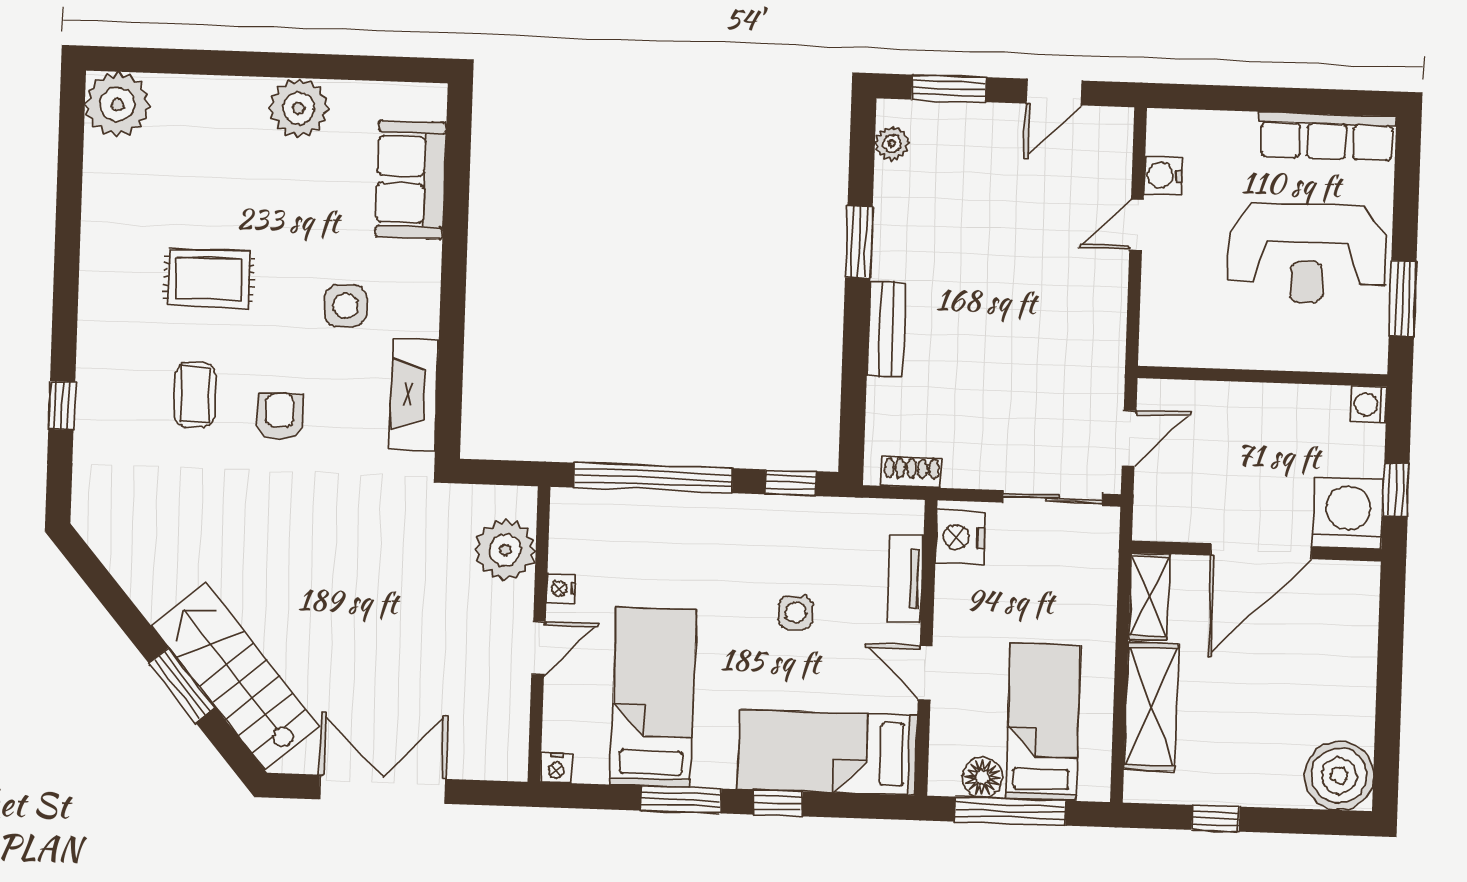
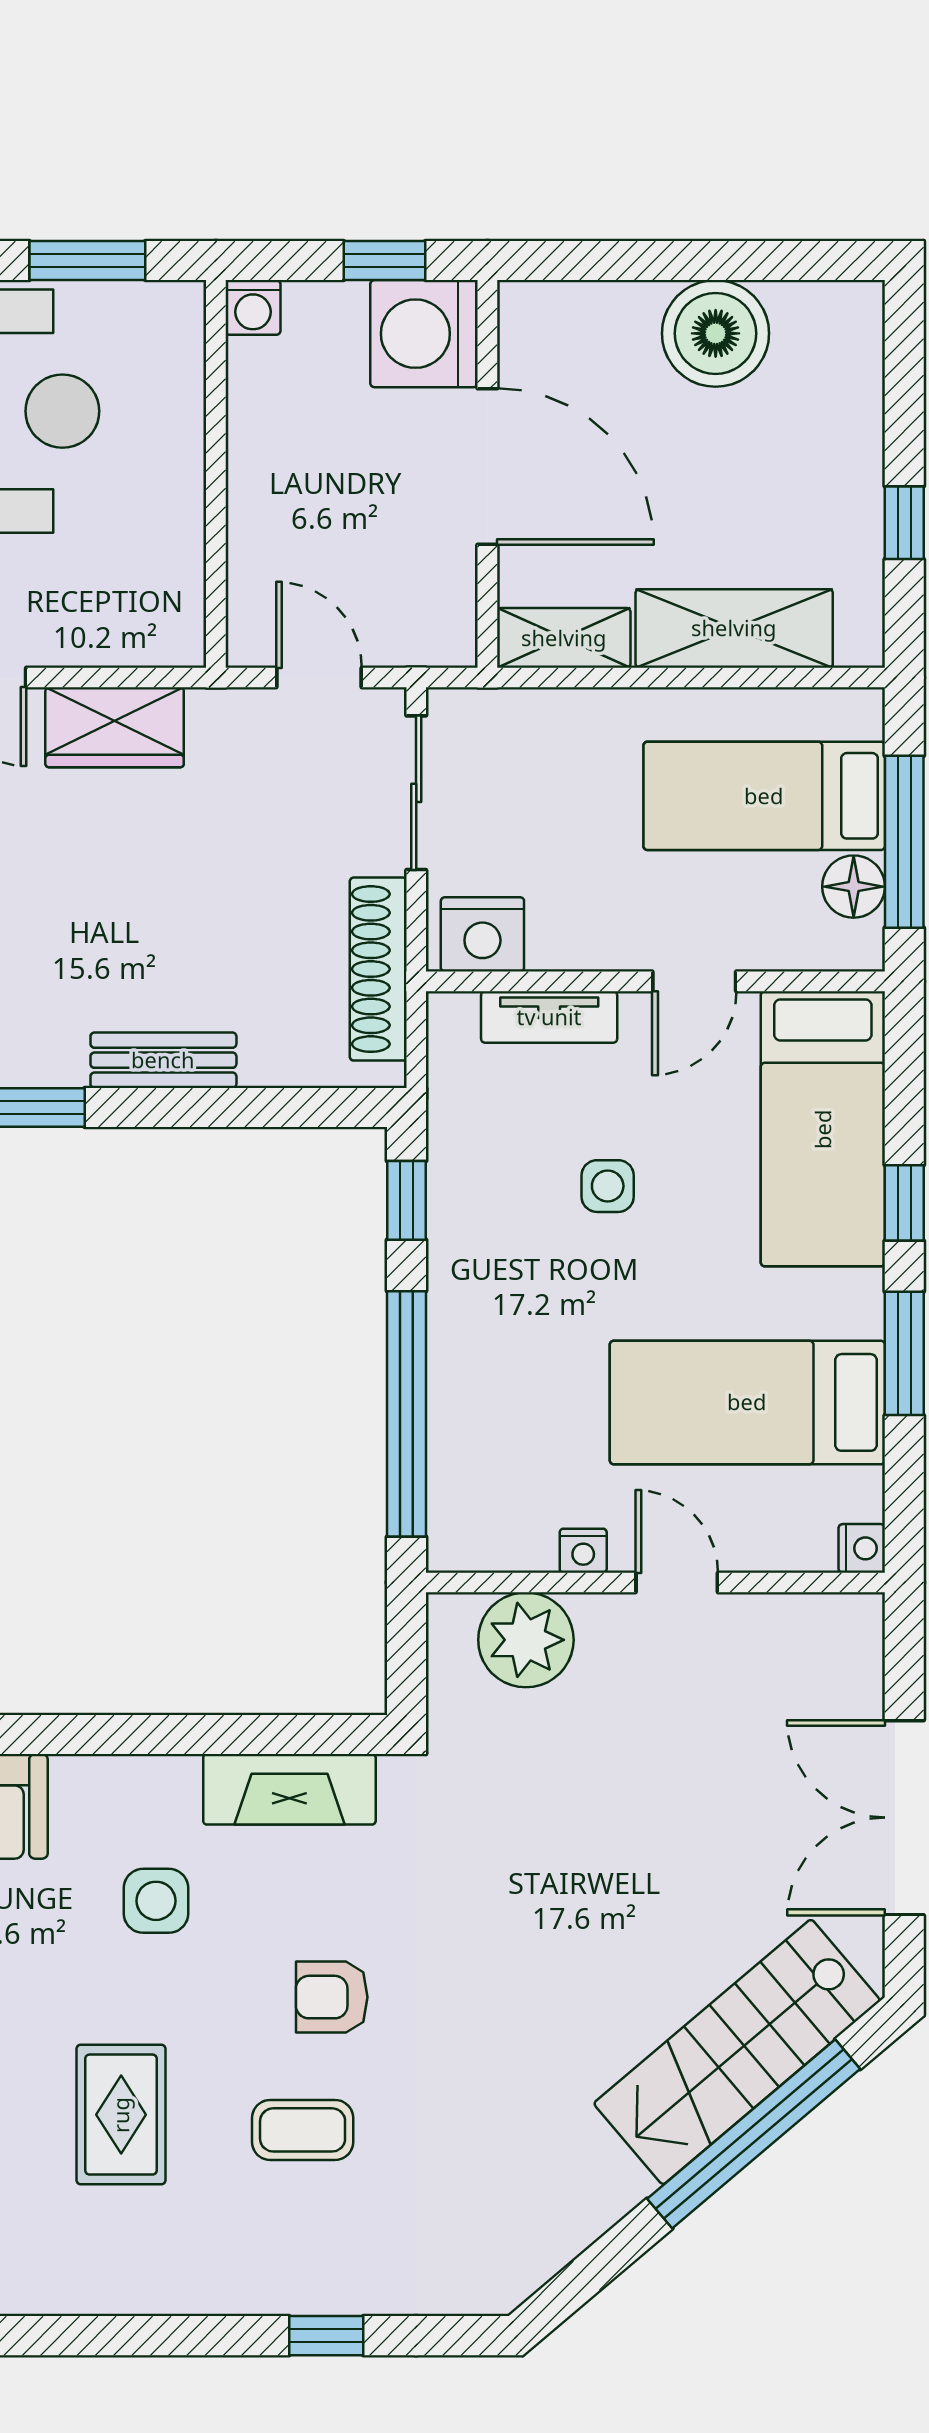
wardrobe: (1102, 305) -> (115, 727), added
shoe rack: (911, 472) -> (378, 969), width x1.94, depth x1.24
window: (182, 685) -> (754, 2134), width x2.11
boiler: (1339, 776) -> (716, 333), moved

